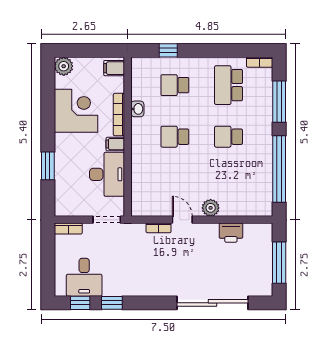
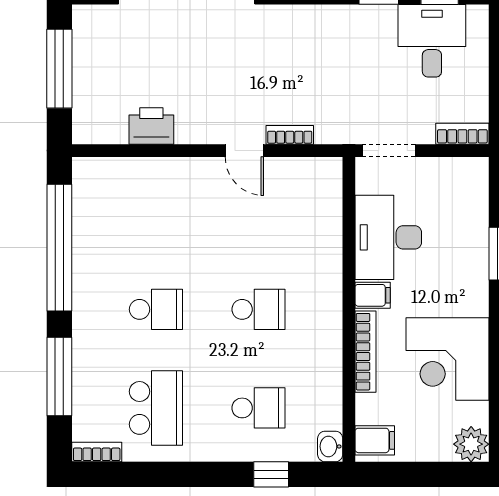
washbasin: (137, 109) -> (330, 446), moved
plant: (211, 208) -> (190, 173), removed

